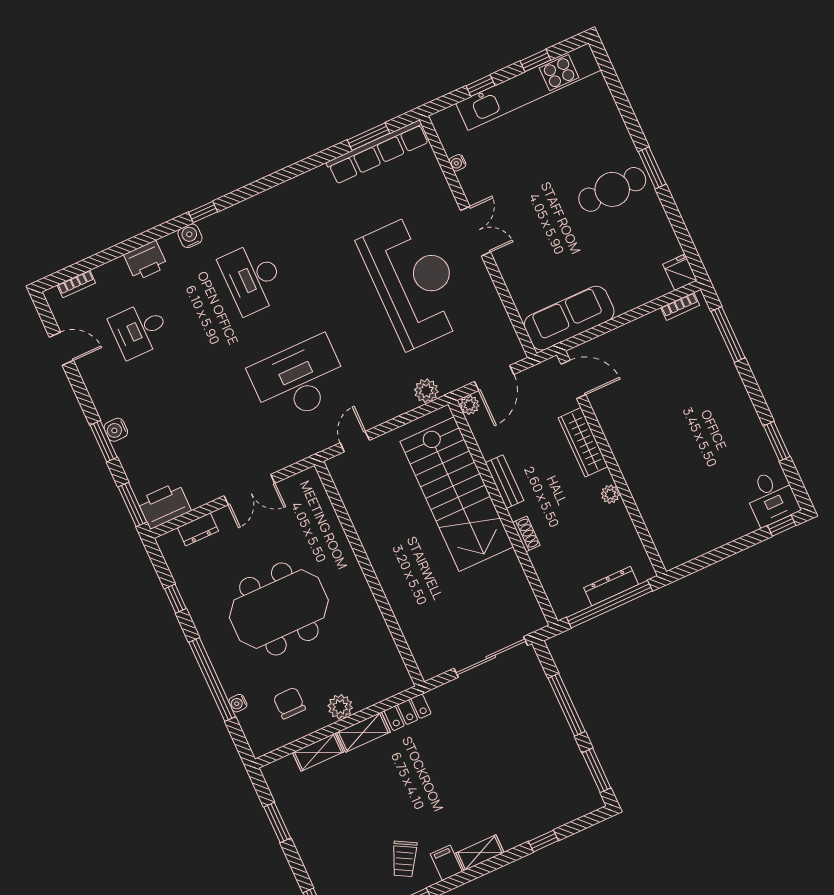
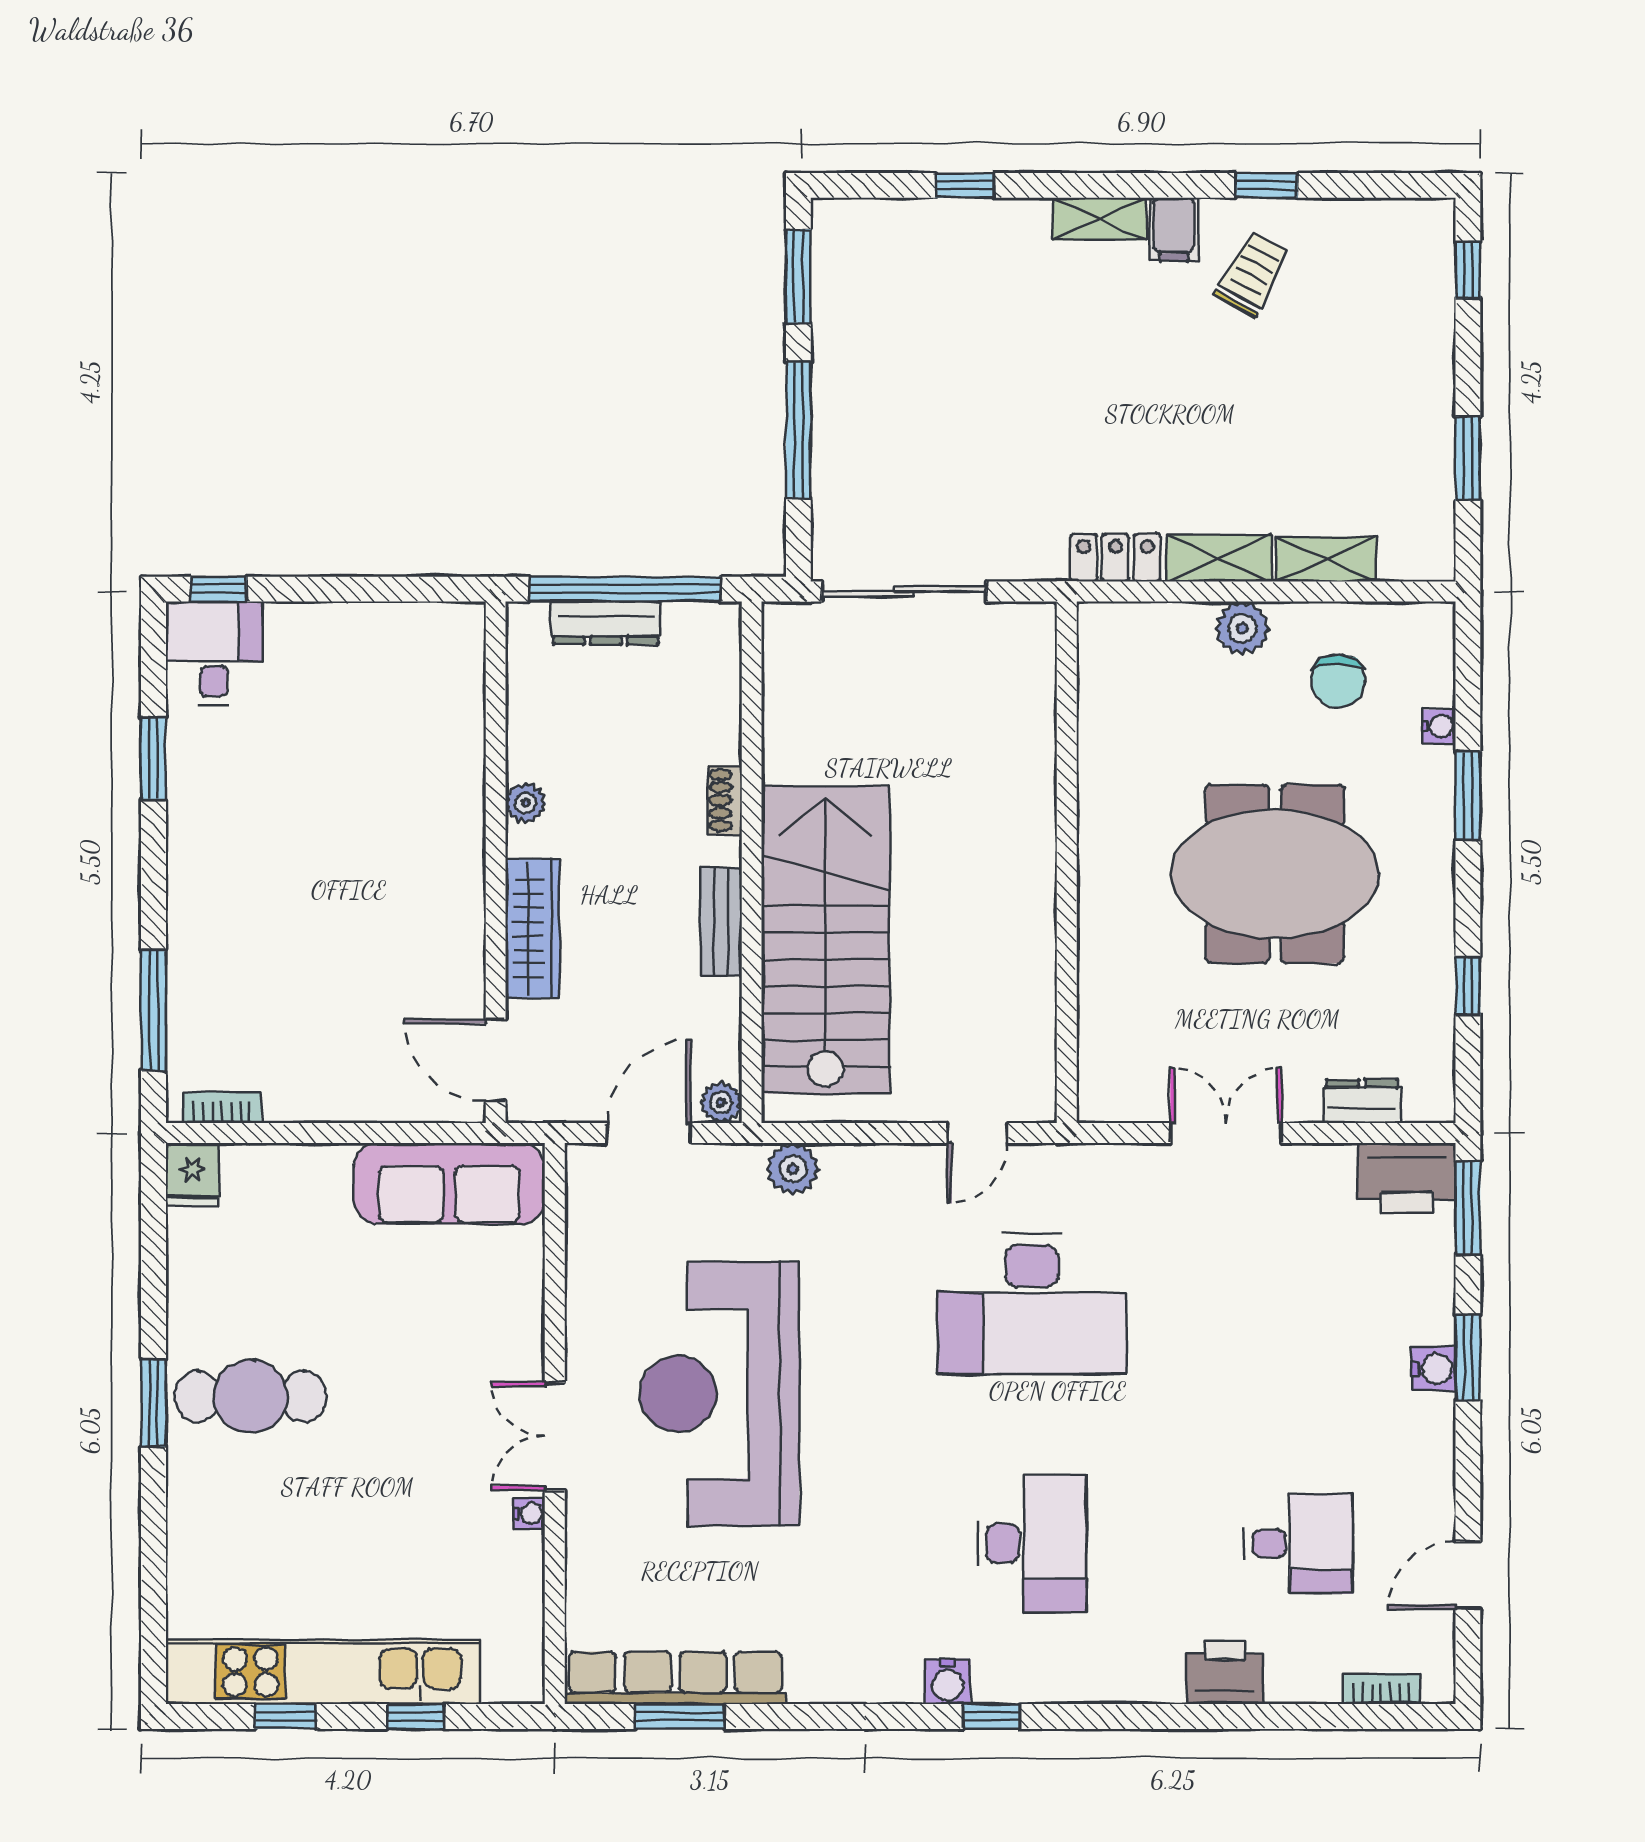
water cooler: (457, 163) -> (529, 1513), moved
window: (203, 212) -> (991, 1716), moved
water cooler: (190, 236) -> (948, 1682), moved
door: (61, 349) -> (1468, 1575), hinge flipped
window: (212, 679) -> (1468, 796), width x0.47

